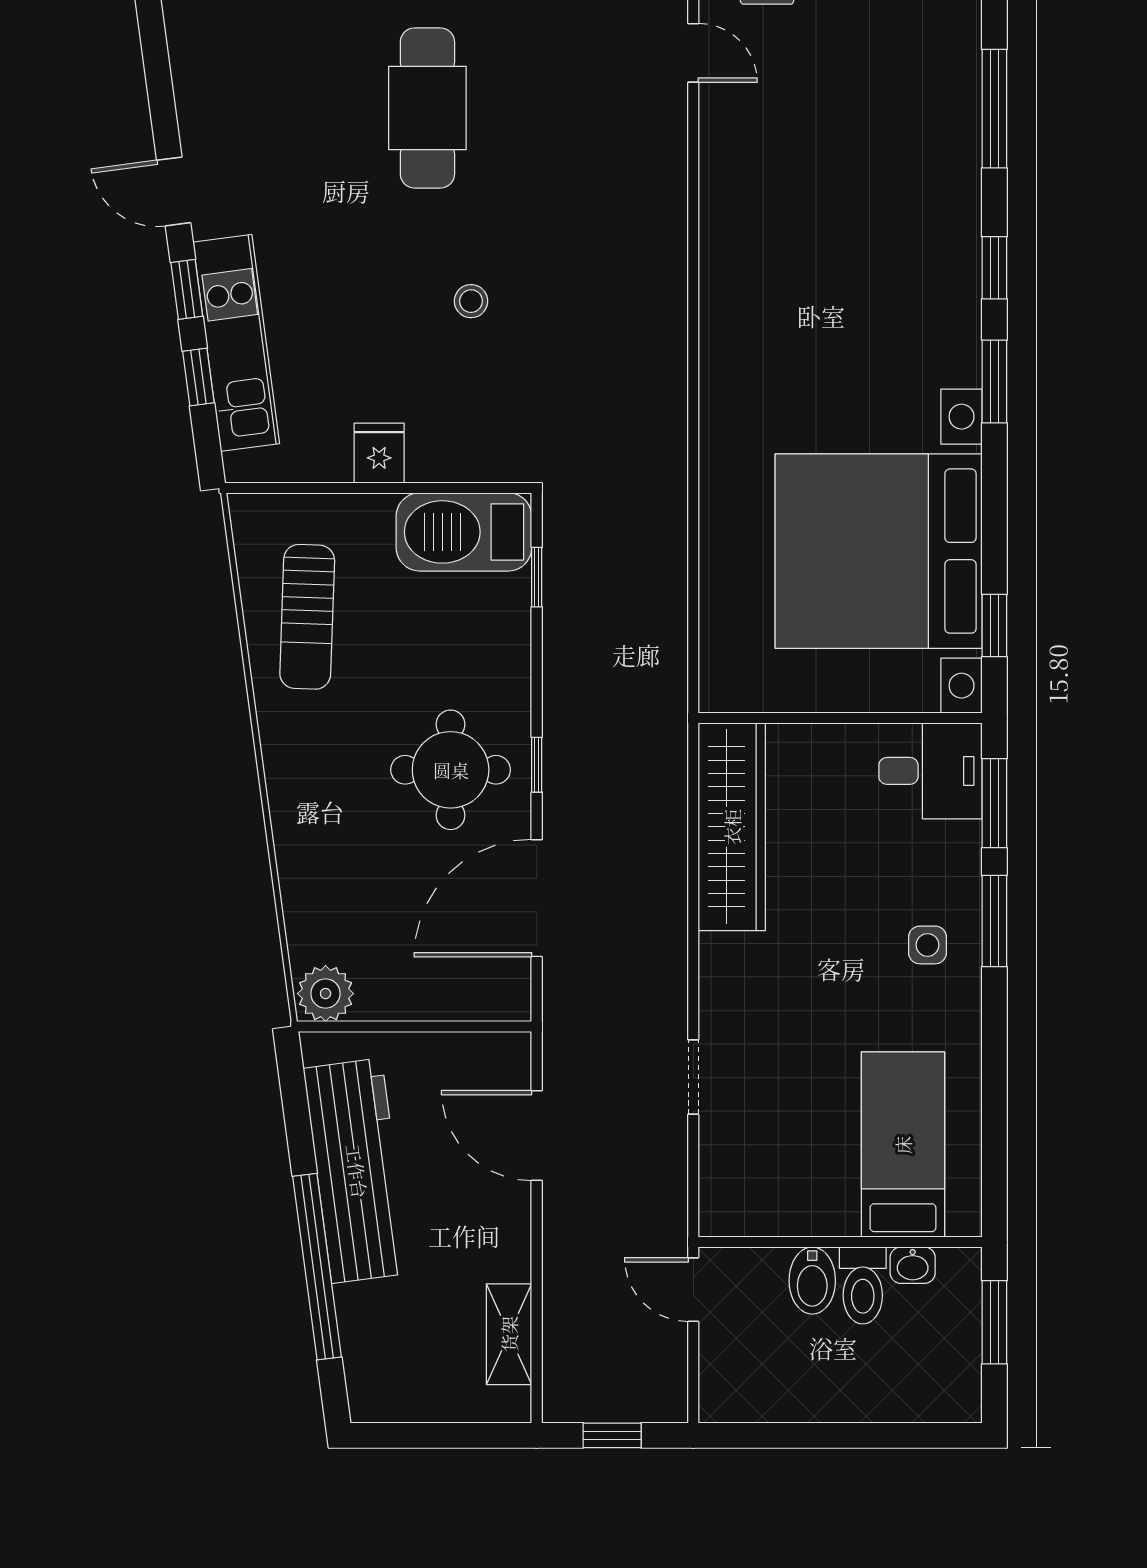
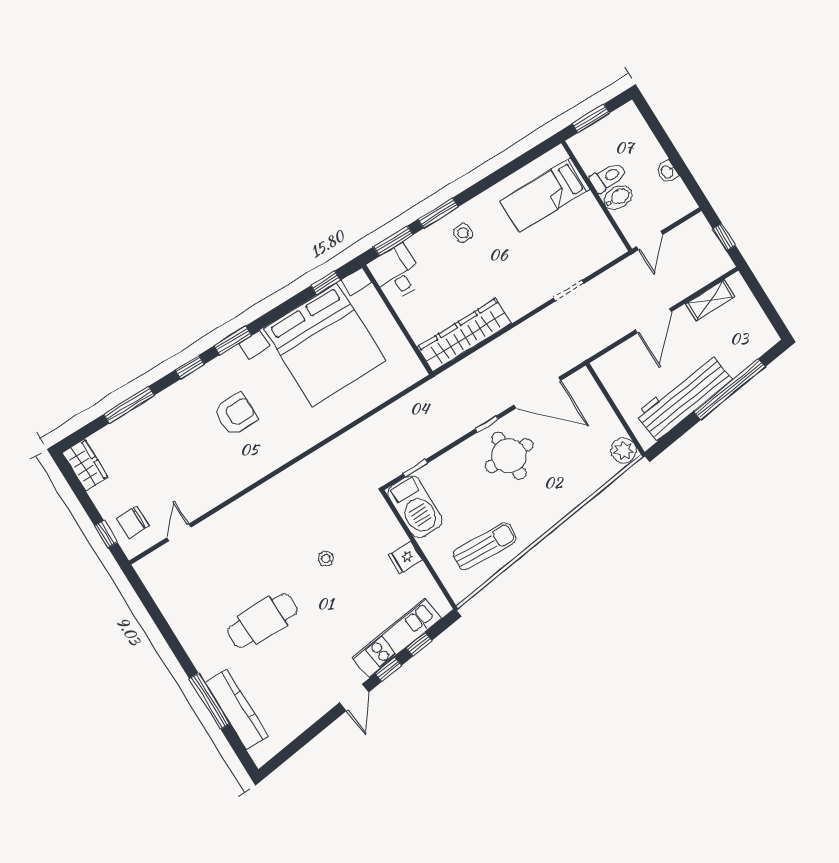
armchair: (851, 300) -> (236, 414), added
door: (537, 1136) -> (653, 321), moved
washbasin: (913, 1265) -> (667, 172), moved, turned 180

